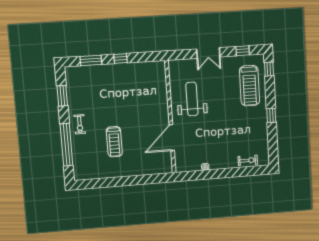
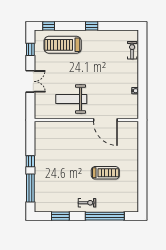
window: (91, 60) -> (30, 188), width x1.44
treadmill: (250, 86) -> (63, 45), turned 180

